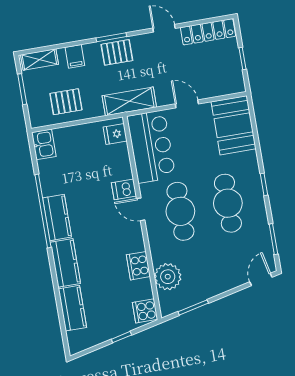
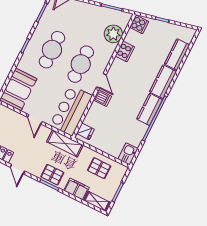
filing cabinet: (75, 56) -> (76, 189), width x2.00

